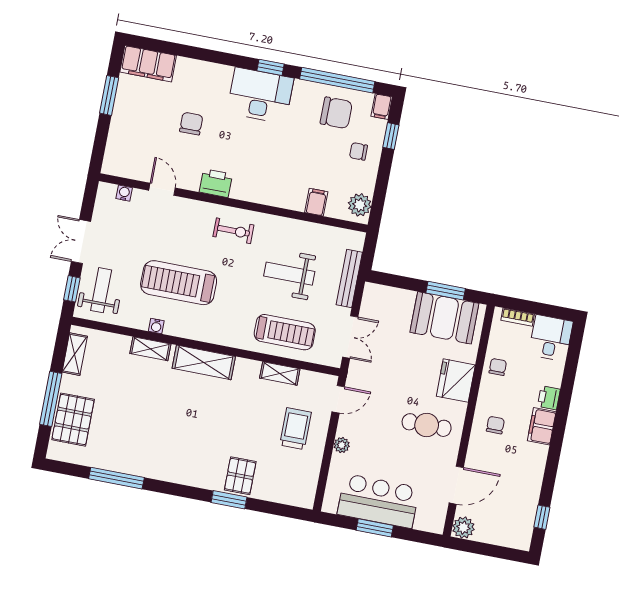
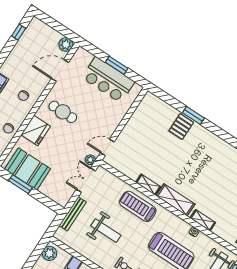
treadmill: (285, 332) -> (138, 206), moved
shelving: (280, 373) -> (148, 185), moved
trolley: (296, 429) -> (139, 141), removed
plant: (342, 445) -> (90, 160), moved

